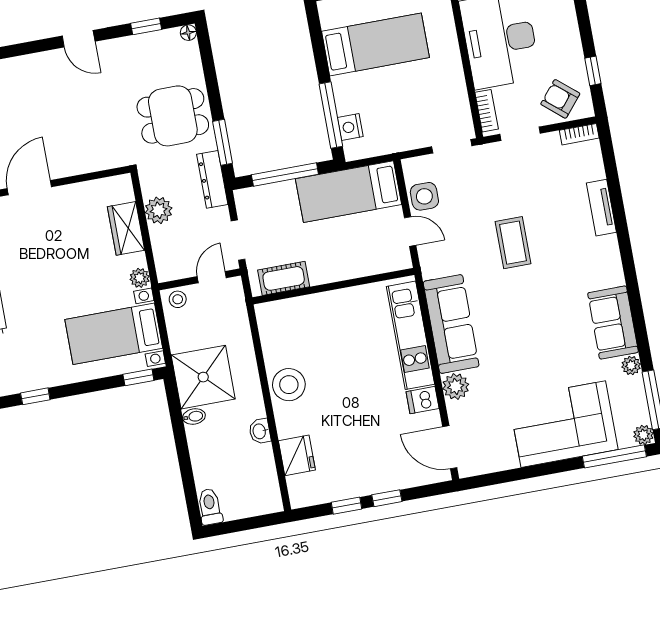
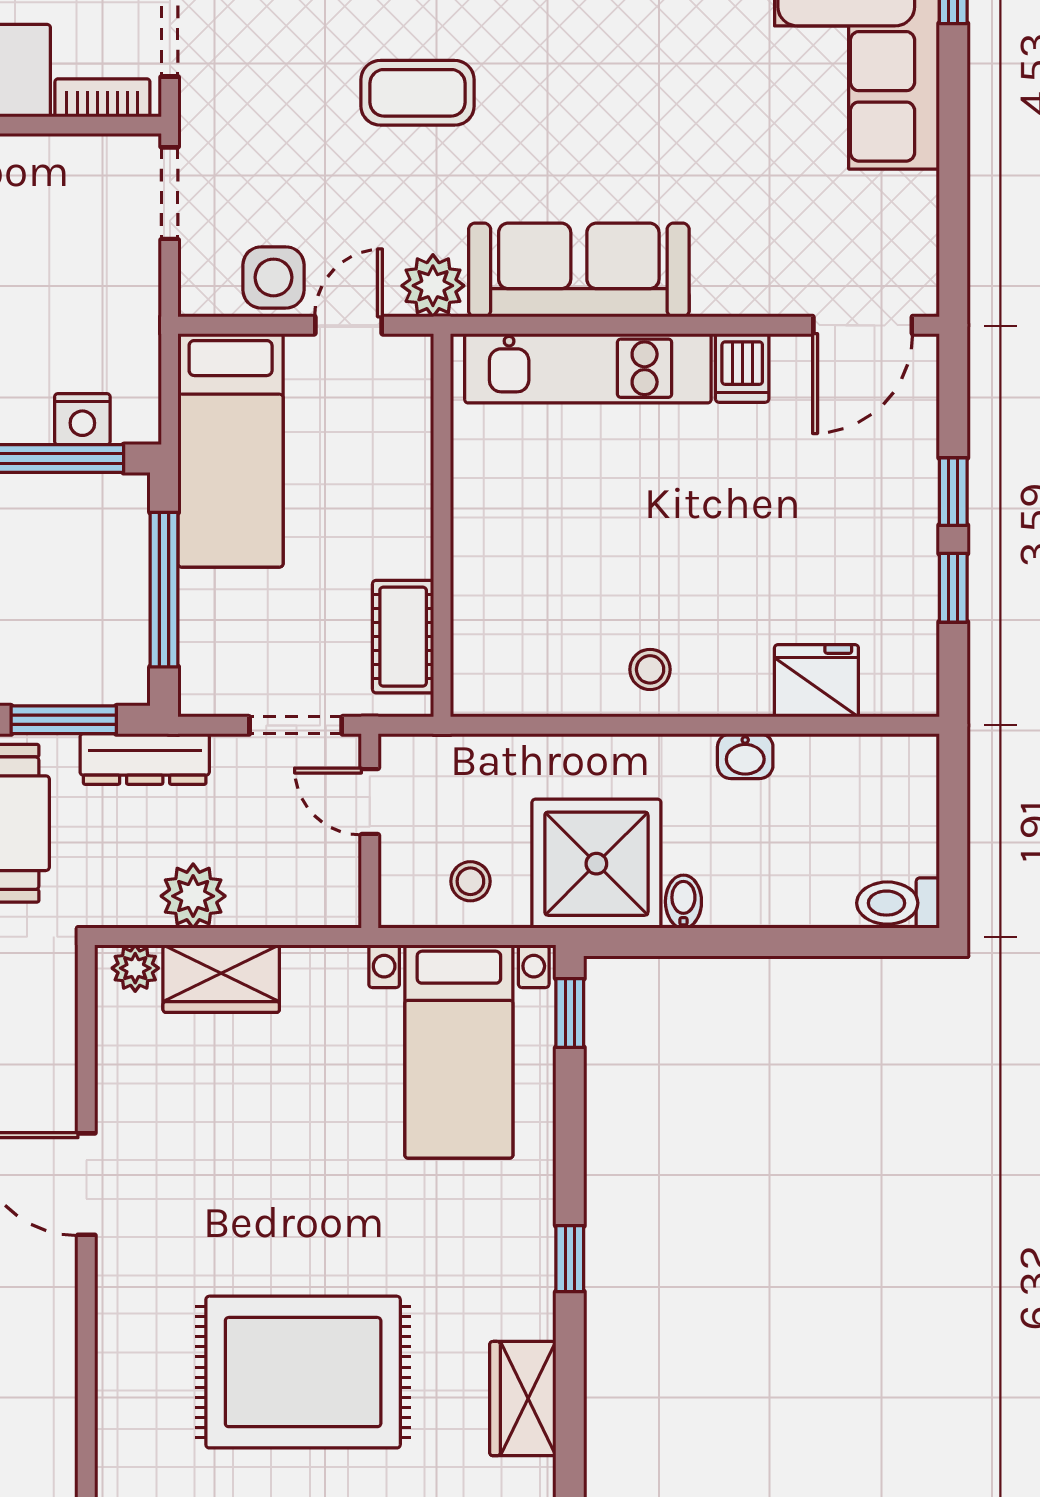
plant: (140, 278) -> (135, 968), moved
stool: (178, 299) -> (470, 881), moved
stool: (289, 385) -> (650, 669), width x0.53, depth x0.53
plant: (456, 386) -> (433, 286), moved

